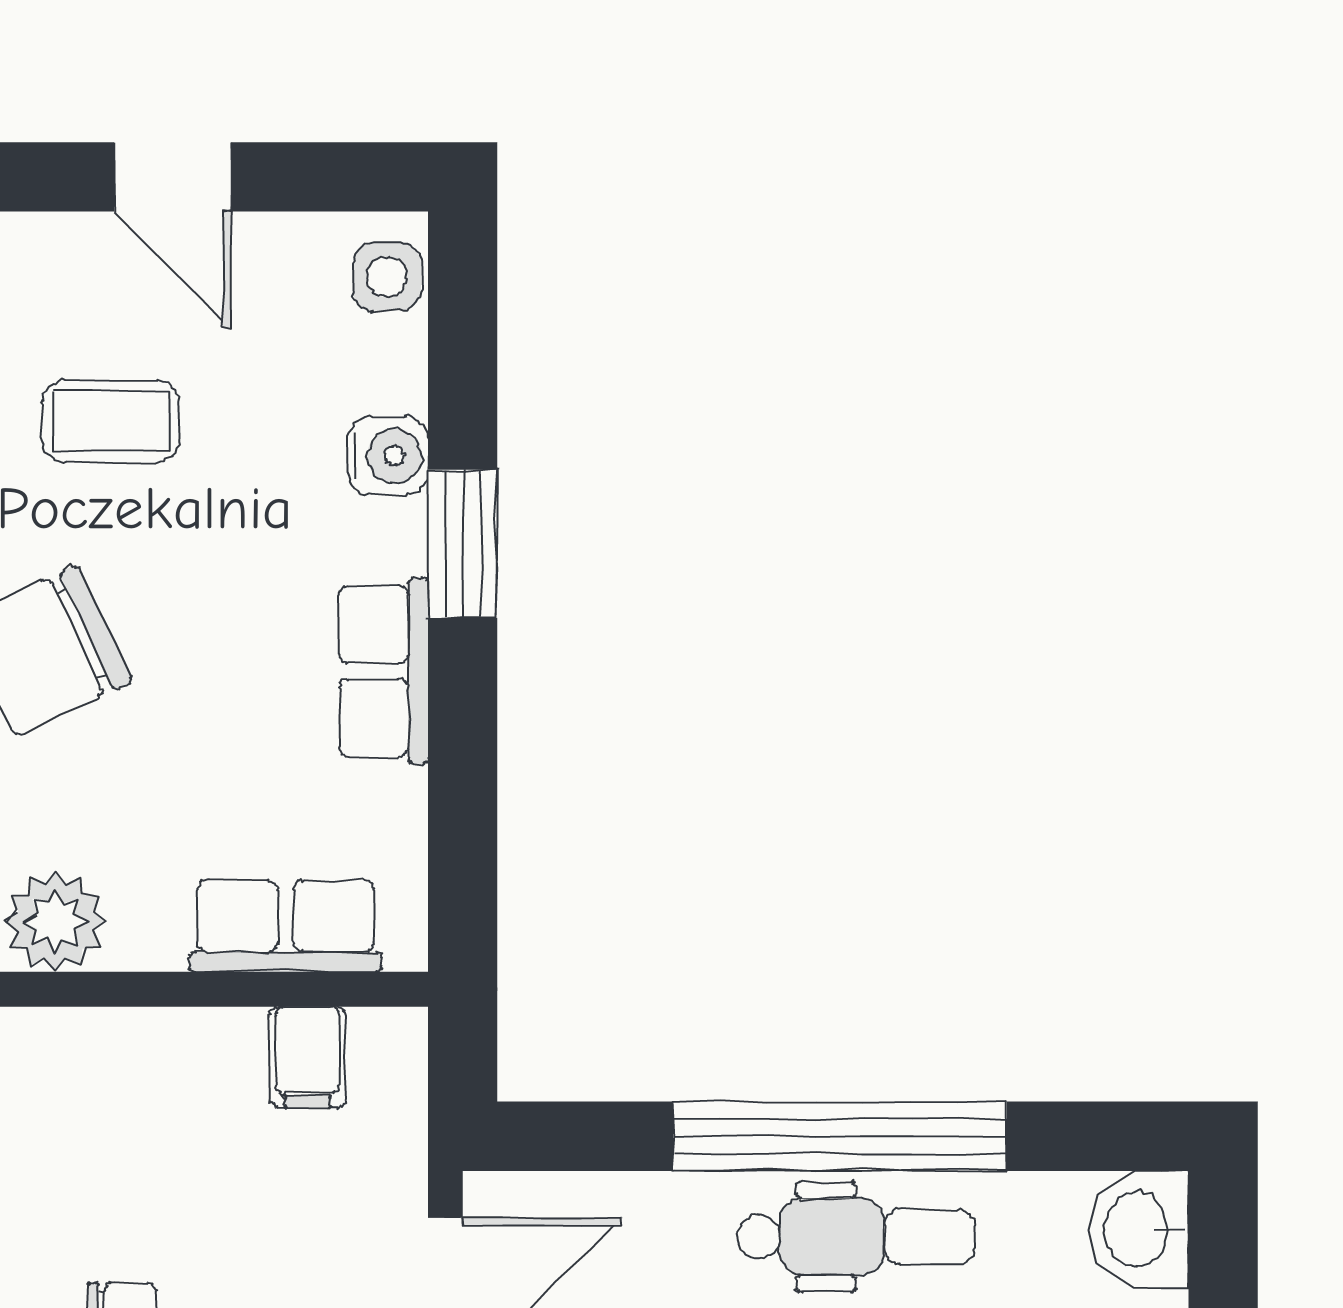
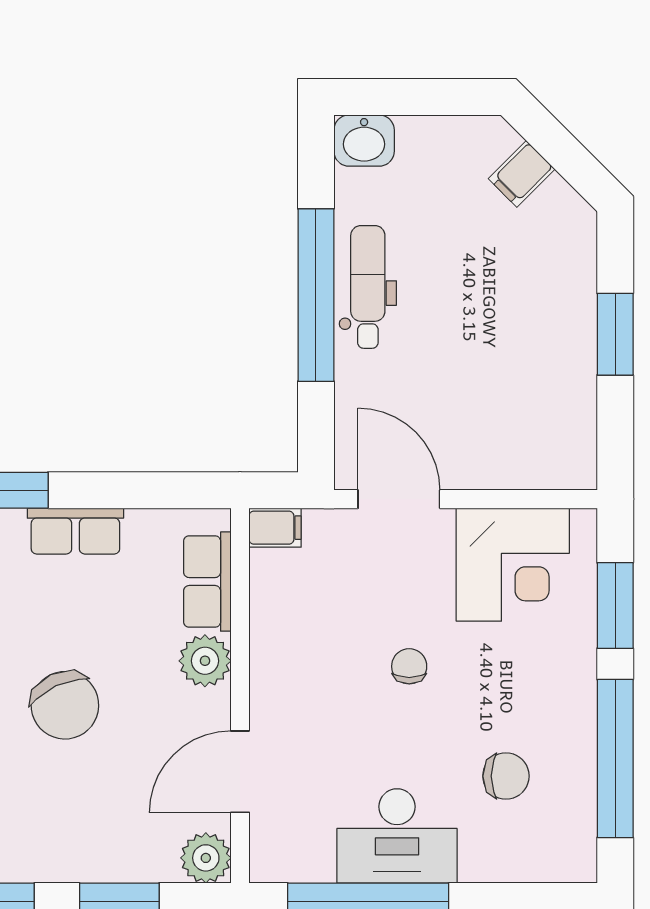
plant: (55, 922) -> (205, 661), moved
filing cabinet: (308, 1057) -> (275, 528), moved

